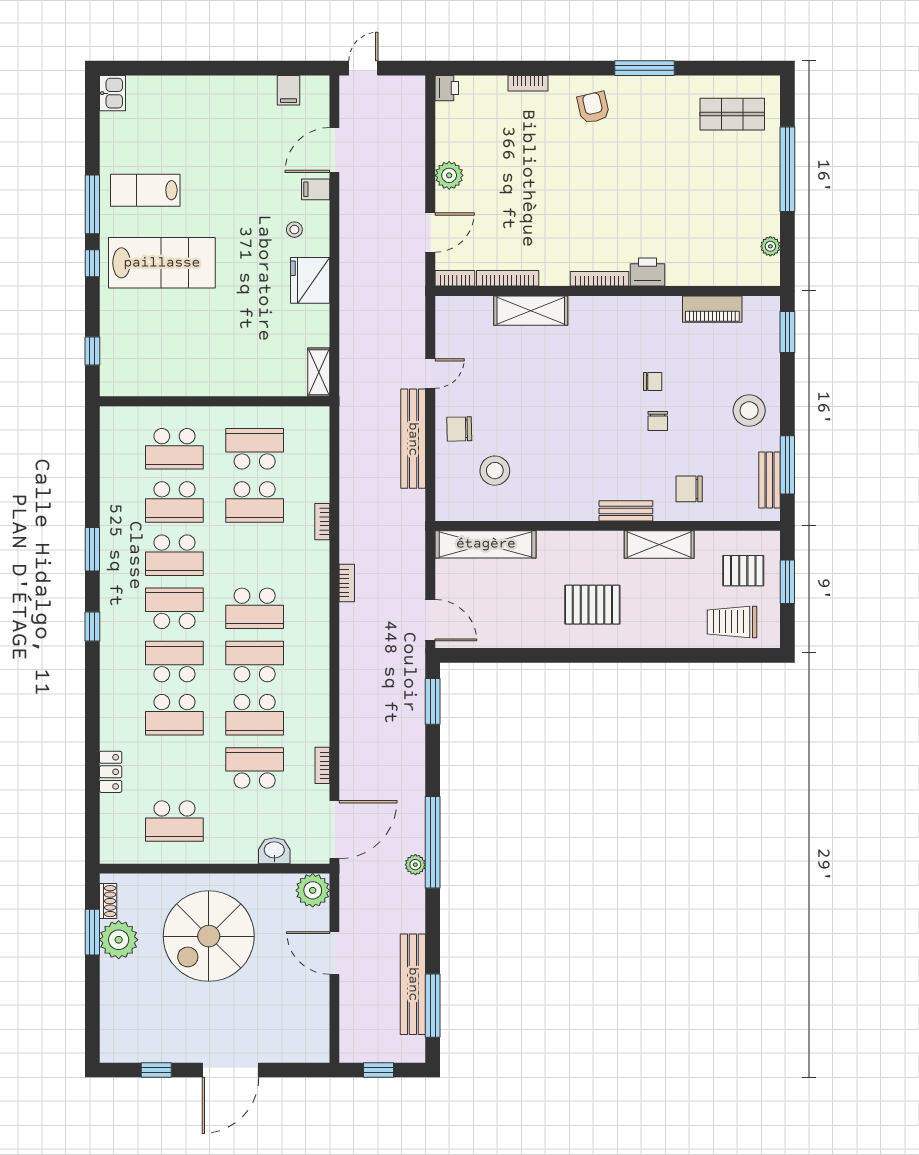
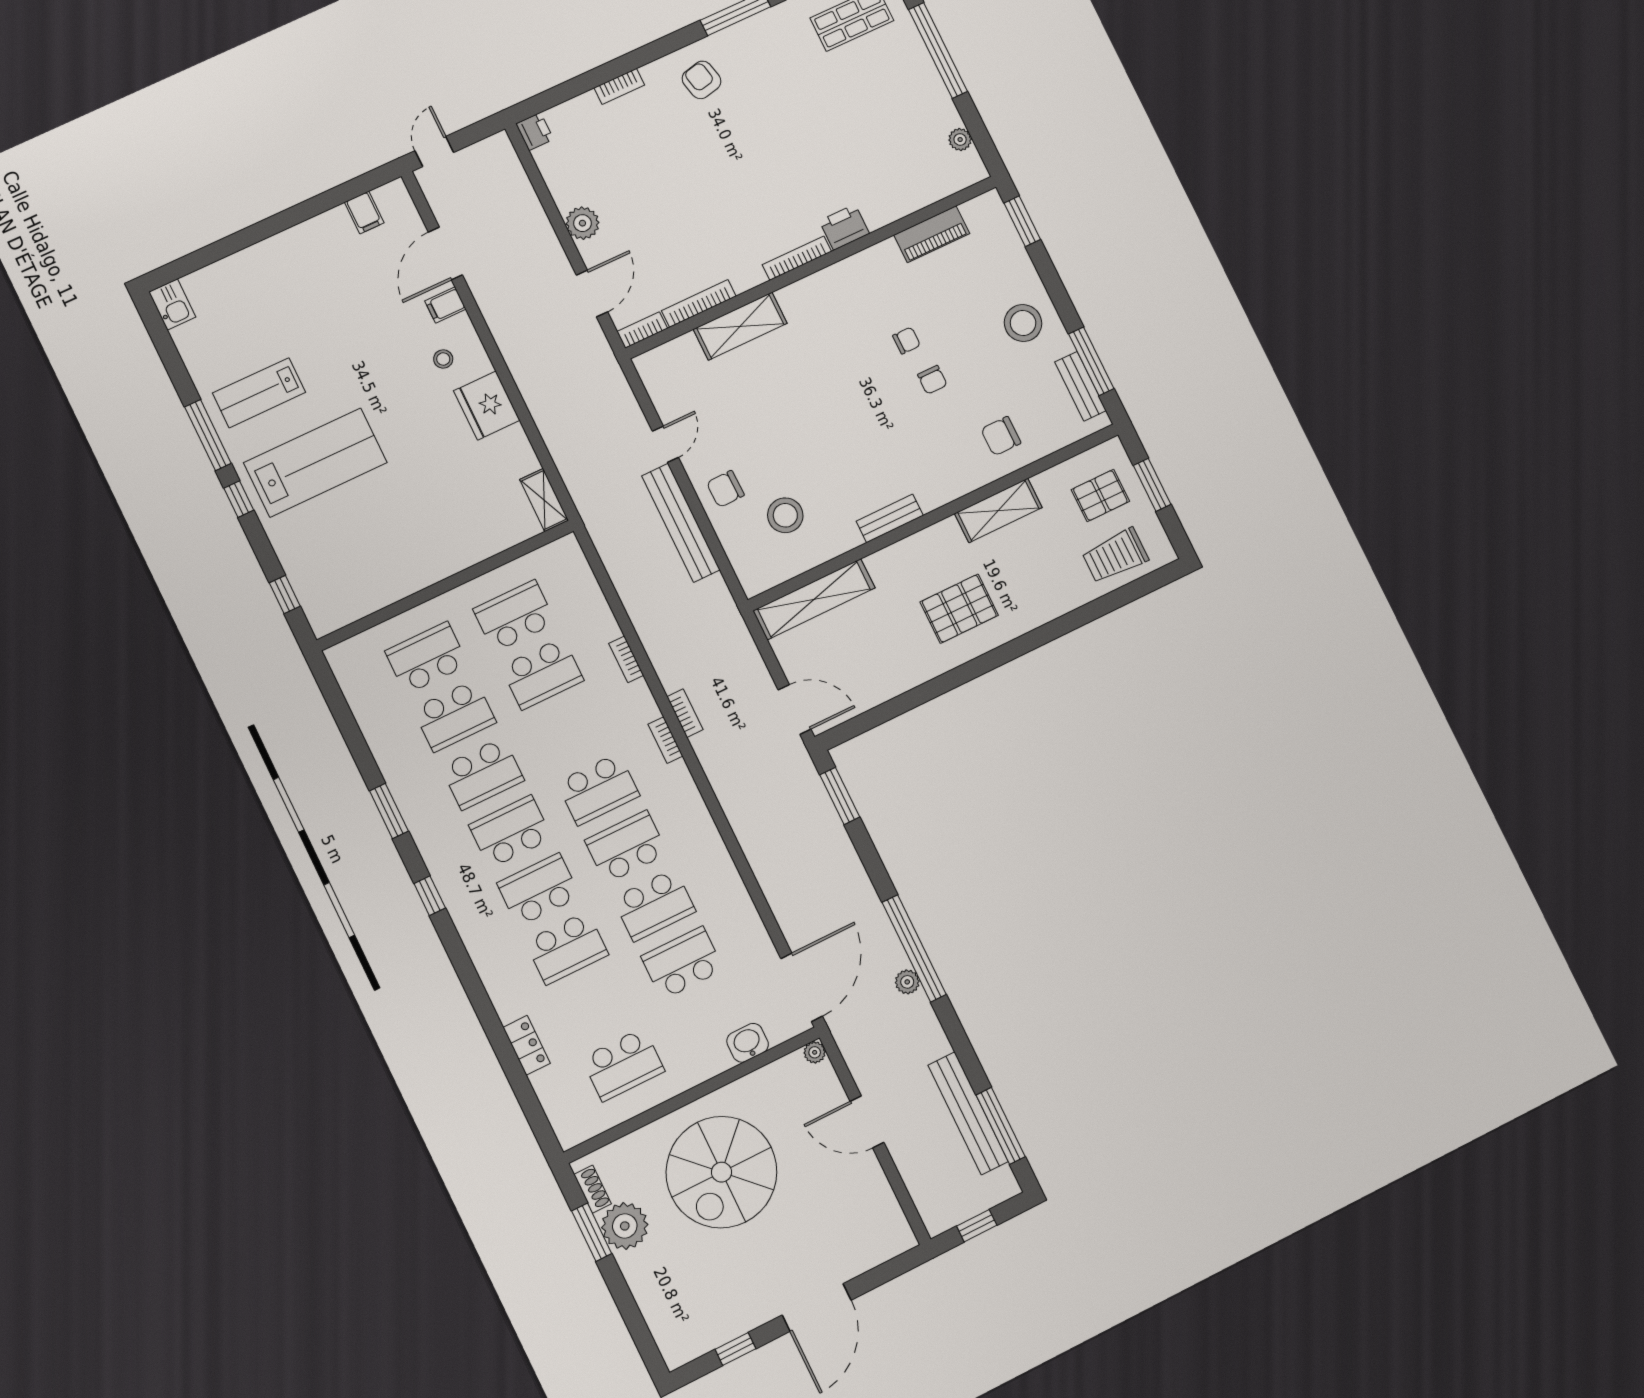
school desk: (174, 449) -> (427, 658), turned 180
bench: (626, 511) -> (890, 518), moved
bookcase: (322, 765) -> (665, 740), moved
plant: (313, 890) -> (815, 1052), width x0.53, depth x0.53

